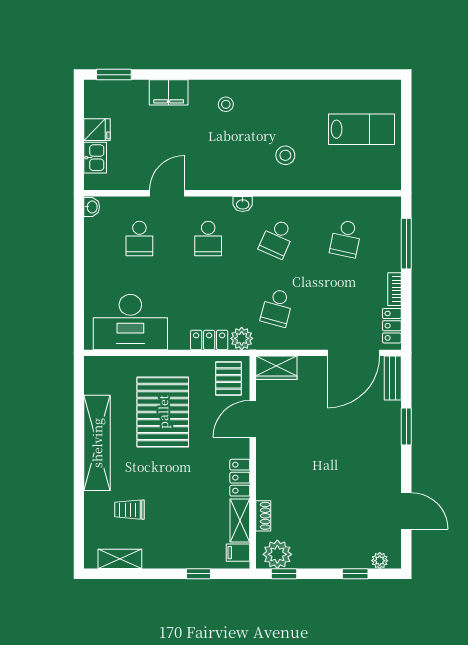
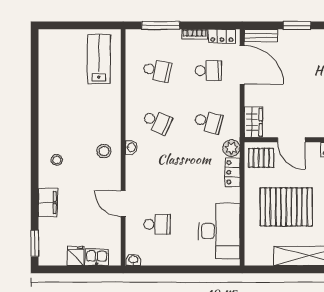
lab bench: (361, 129) -> (99, 59), moved
stool: (285, 155) -> (104, 151), moved
school desk: (208, 239) -> (208, 71), moved

